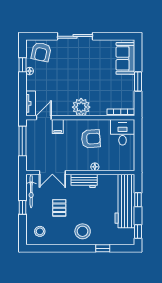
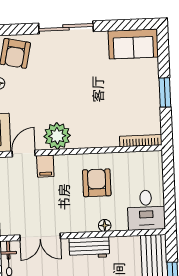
sofa: (125, 58) -> (133, 44), moved, turned -90
plant: (81, 107) -> (57, 136), moved
desk: (123, 132) -> (146, 210), moved, turned 180
armchair: (91, 139) -> (97, 183), turned -86

